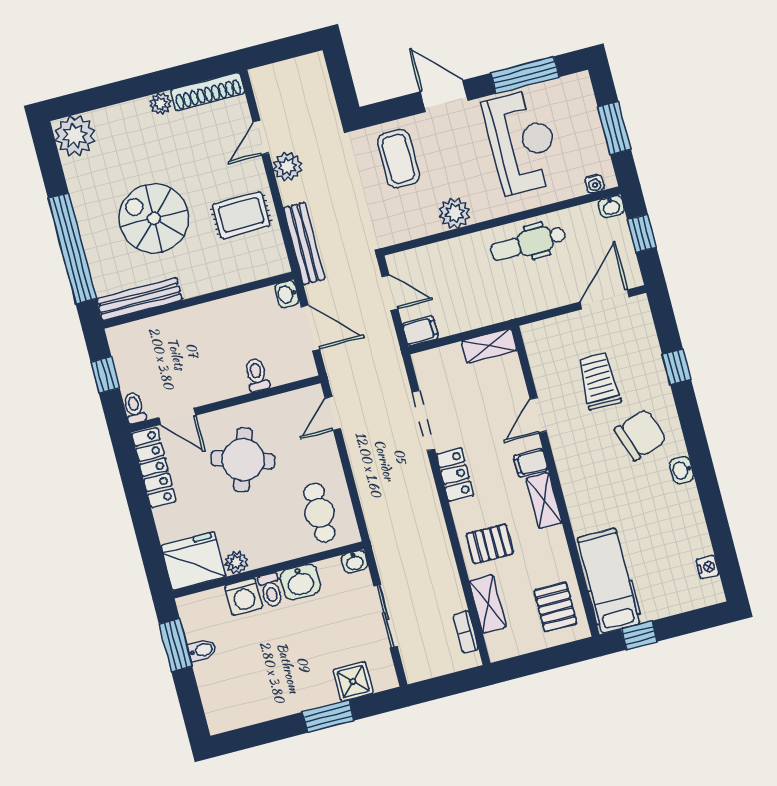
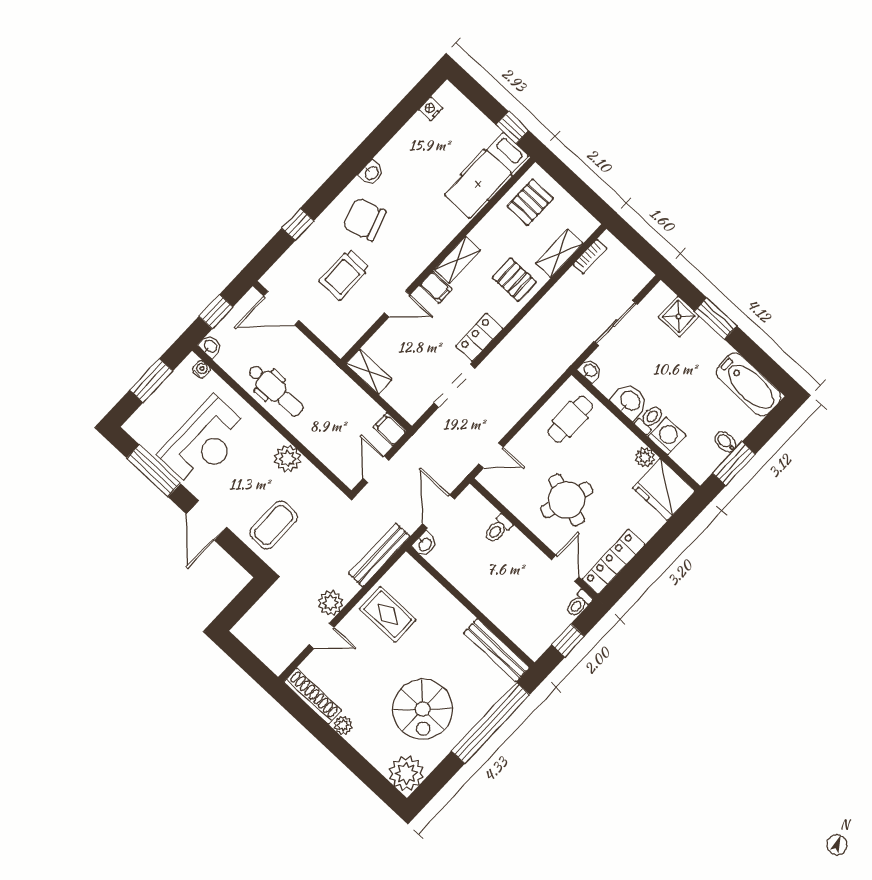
reception desk: (522, 142) -> (204, 442), turned 180
spiral stairs: (154, 218) -> (423, 709), moved
bathtub: (244, 708) -> (748, 384), added

